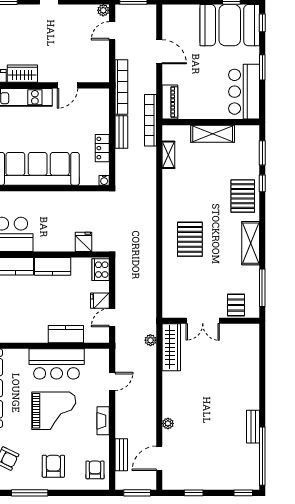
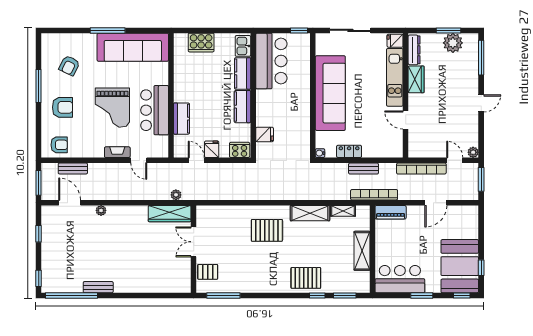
bookcase: (121, 87) -> (421, 169), moved
shelving: (251, 243) -> (310, 213), moved
fireplace: (103, 421) -> (117, 152), moved

